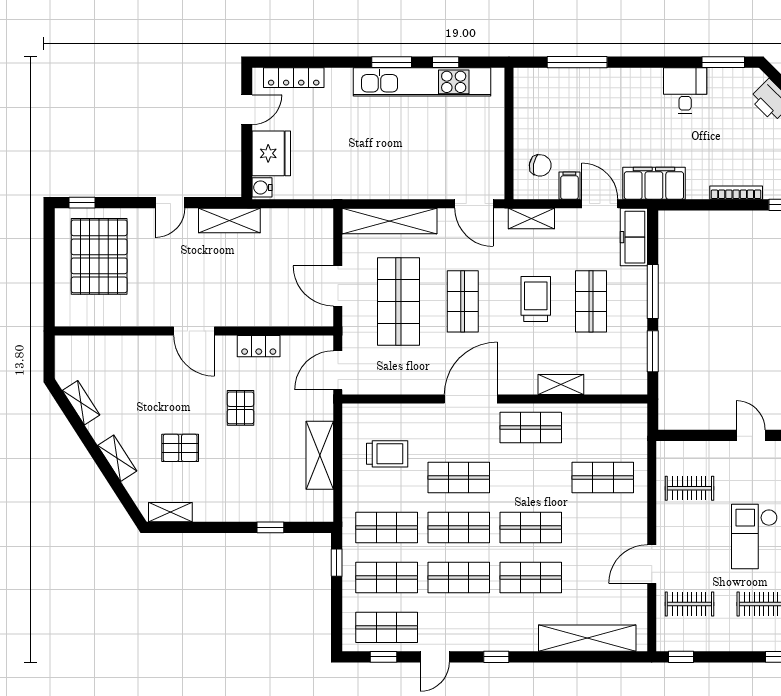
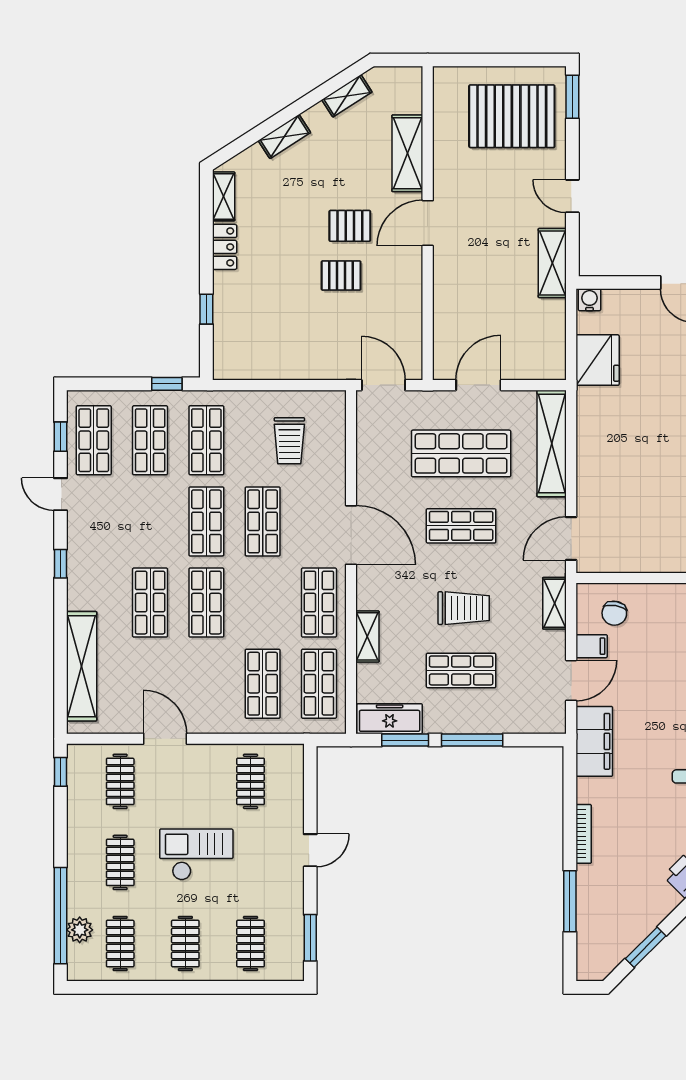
fridge: (271, 153) -> (598, 360), moved, turned -90
window: (82, 203) -> (572, 97), width x1.50
freezer: (634, 237) -> (390, 719), moved
locker: (259, 346) -> (225, 247), moved, turned 180
pallet: (180, 448) -> (350, 226), moved, turned 90
shelving: (320, 455) -> (407, 153), moved, turned 90
shop shelf: (459, 577) -> (319, 684), moved

